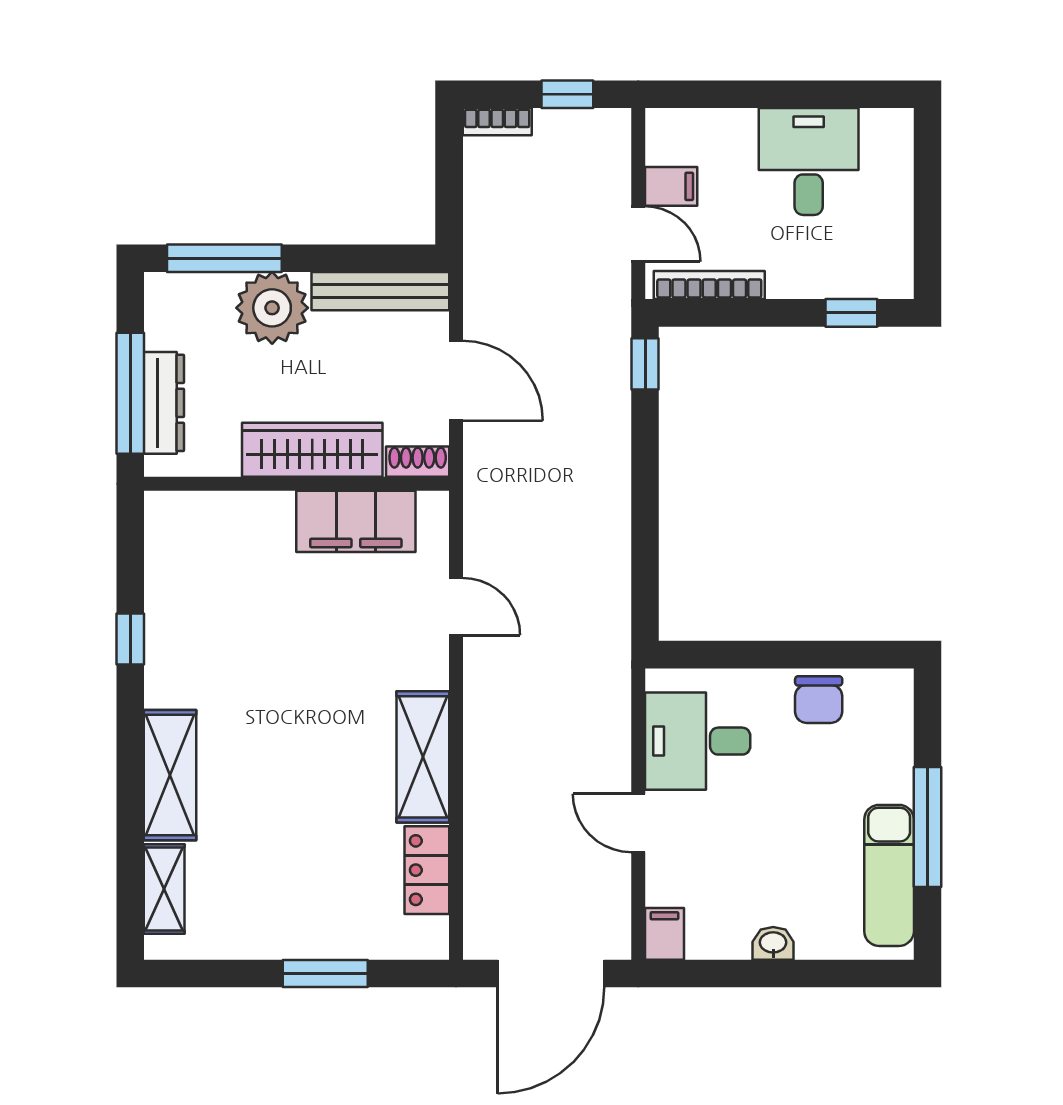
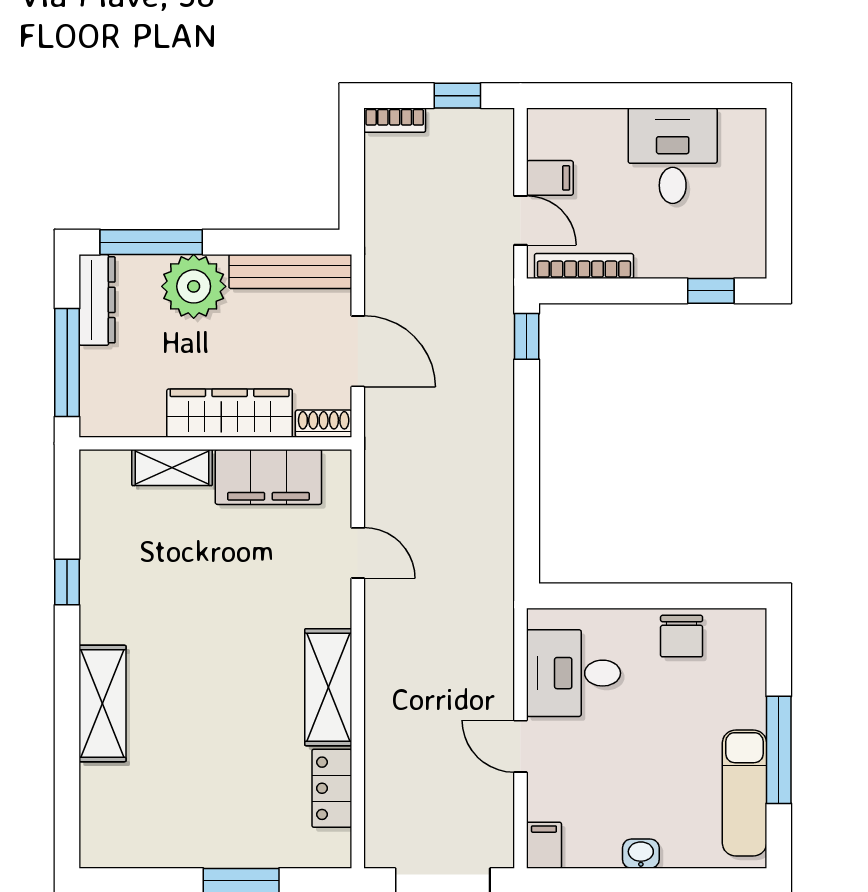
dresser: (164, 403) -> (97, 300), moved
shelving: (164, 889) -> (172, 468), moved, turned 90

